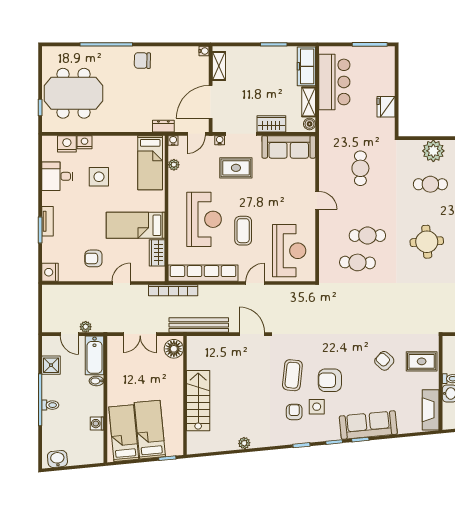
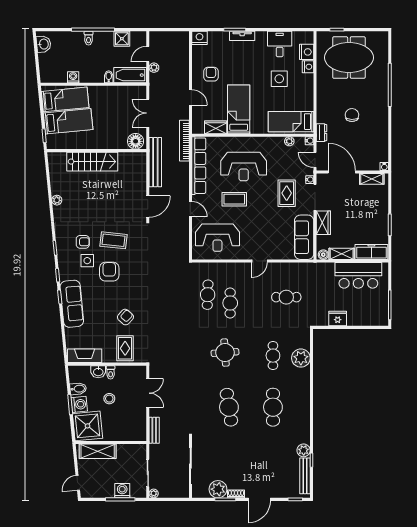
chair: (142, 61) -> (352, 115), moved
meeting table: (74, 93) -> (349, 58), turned 90

